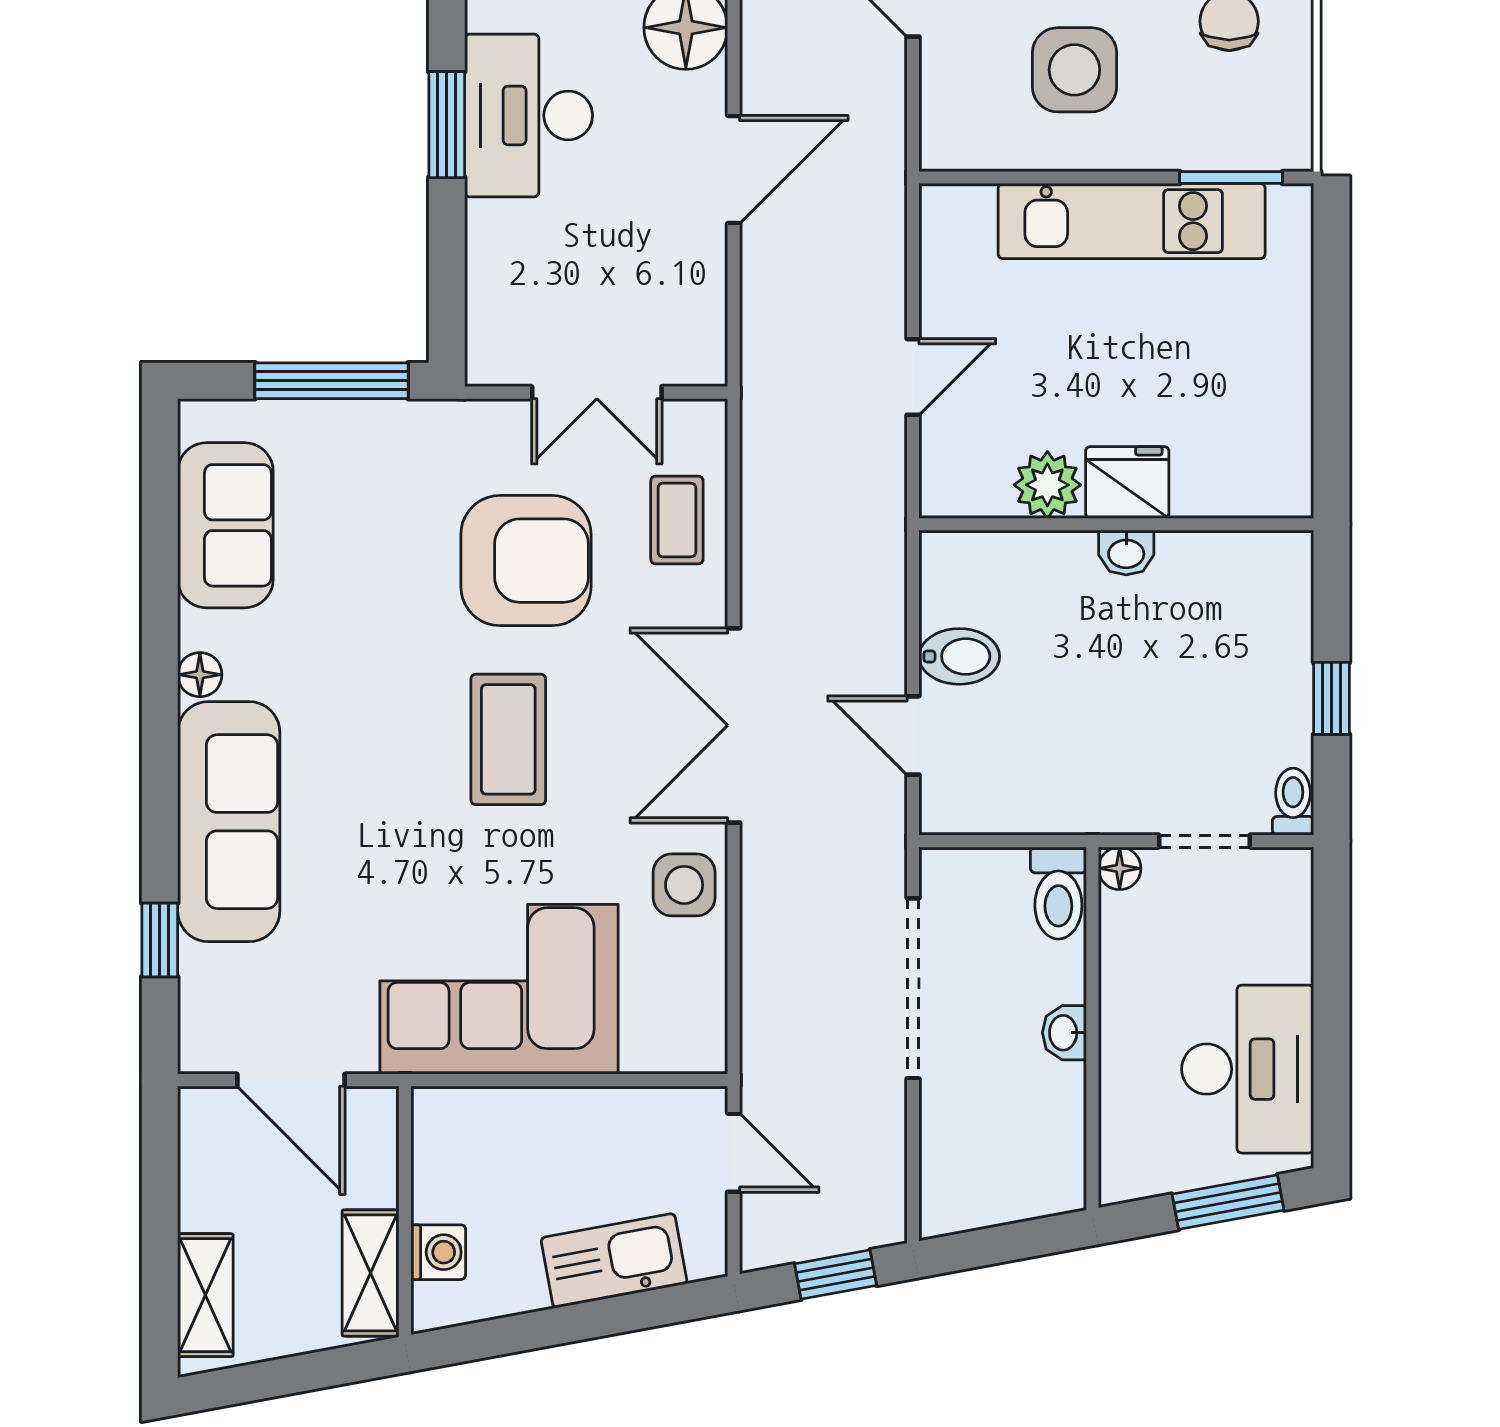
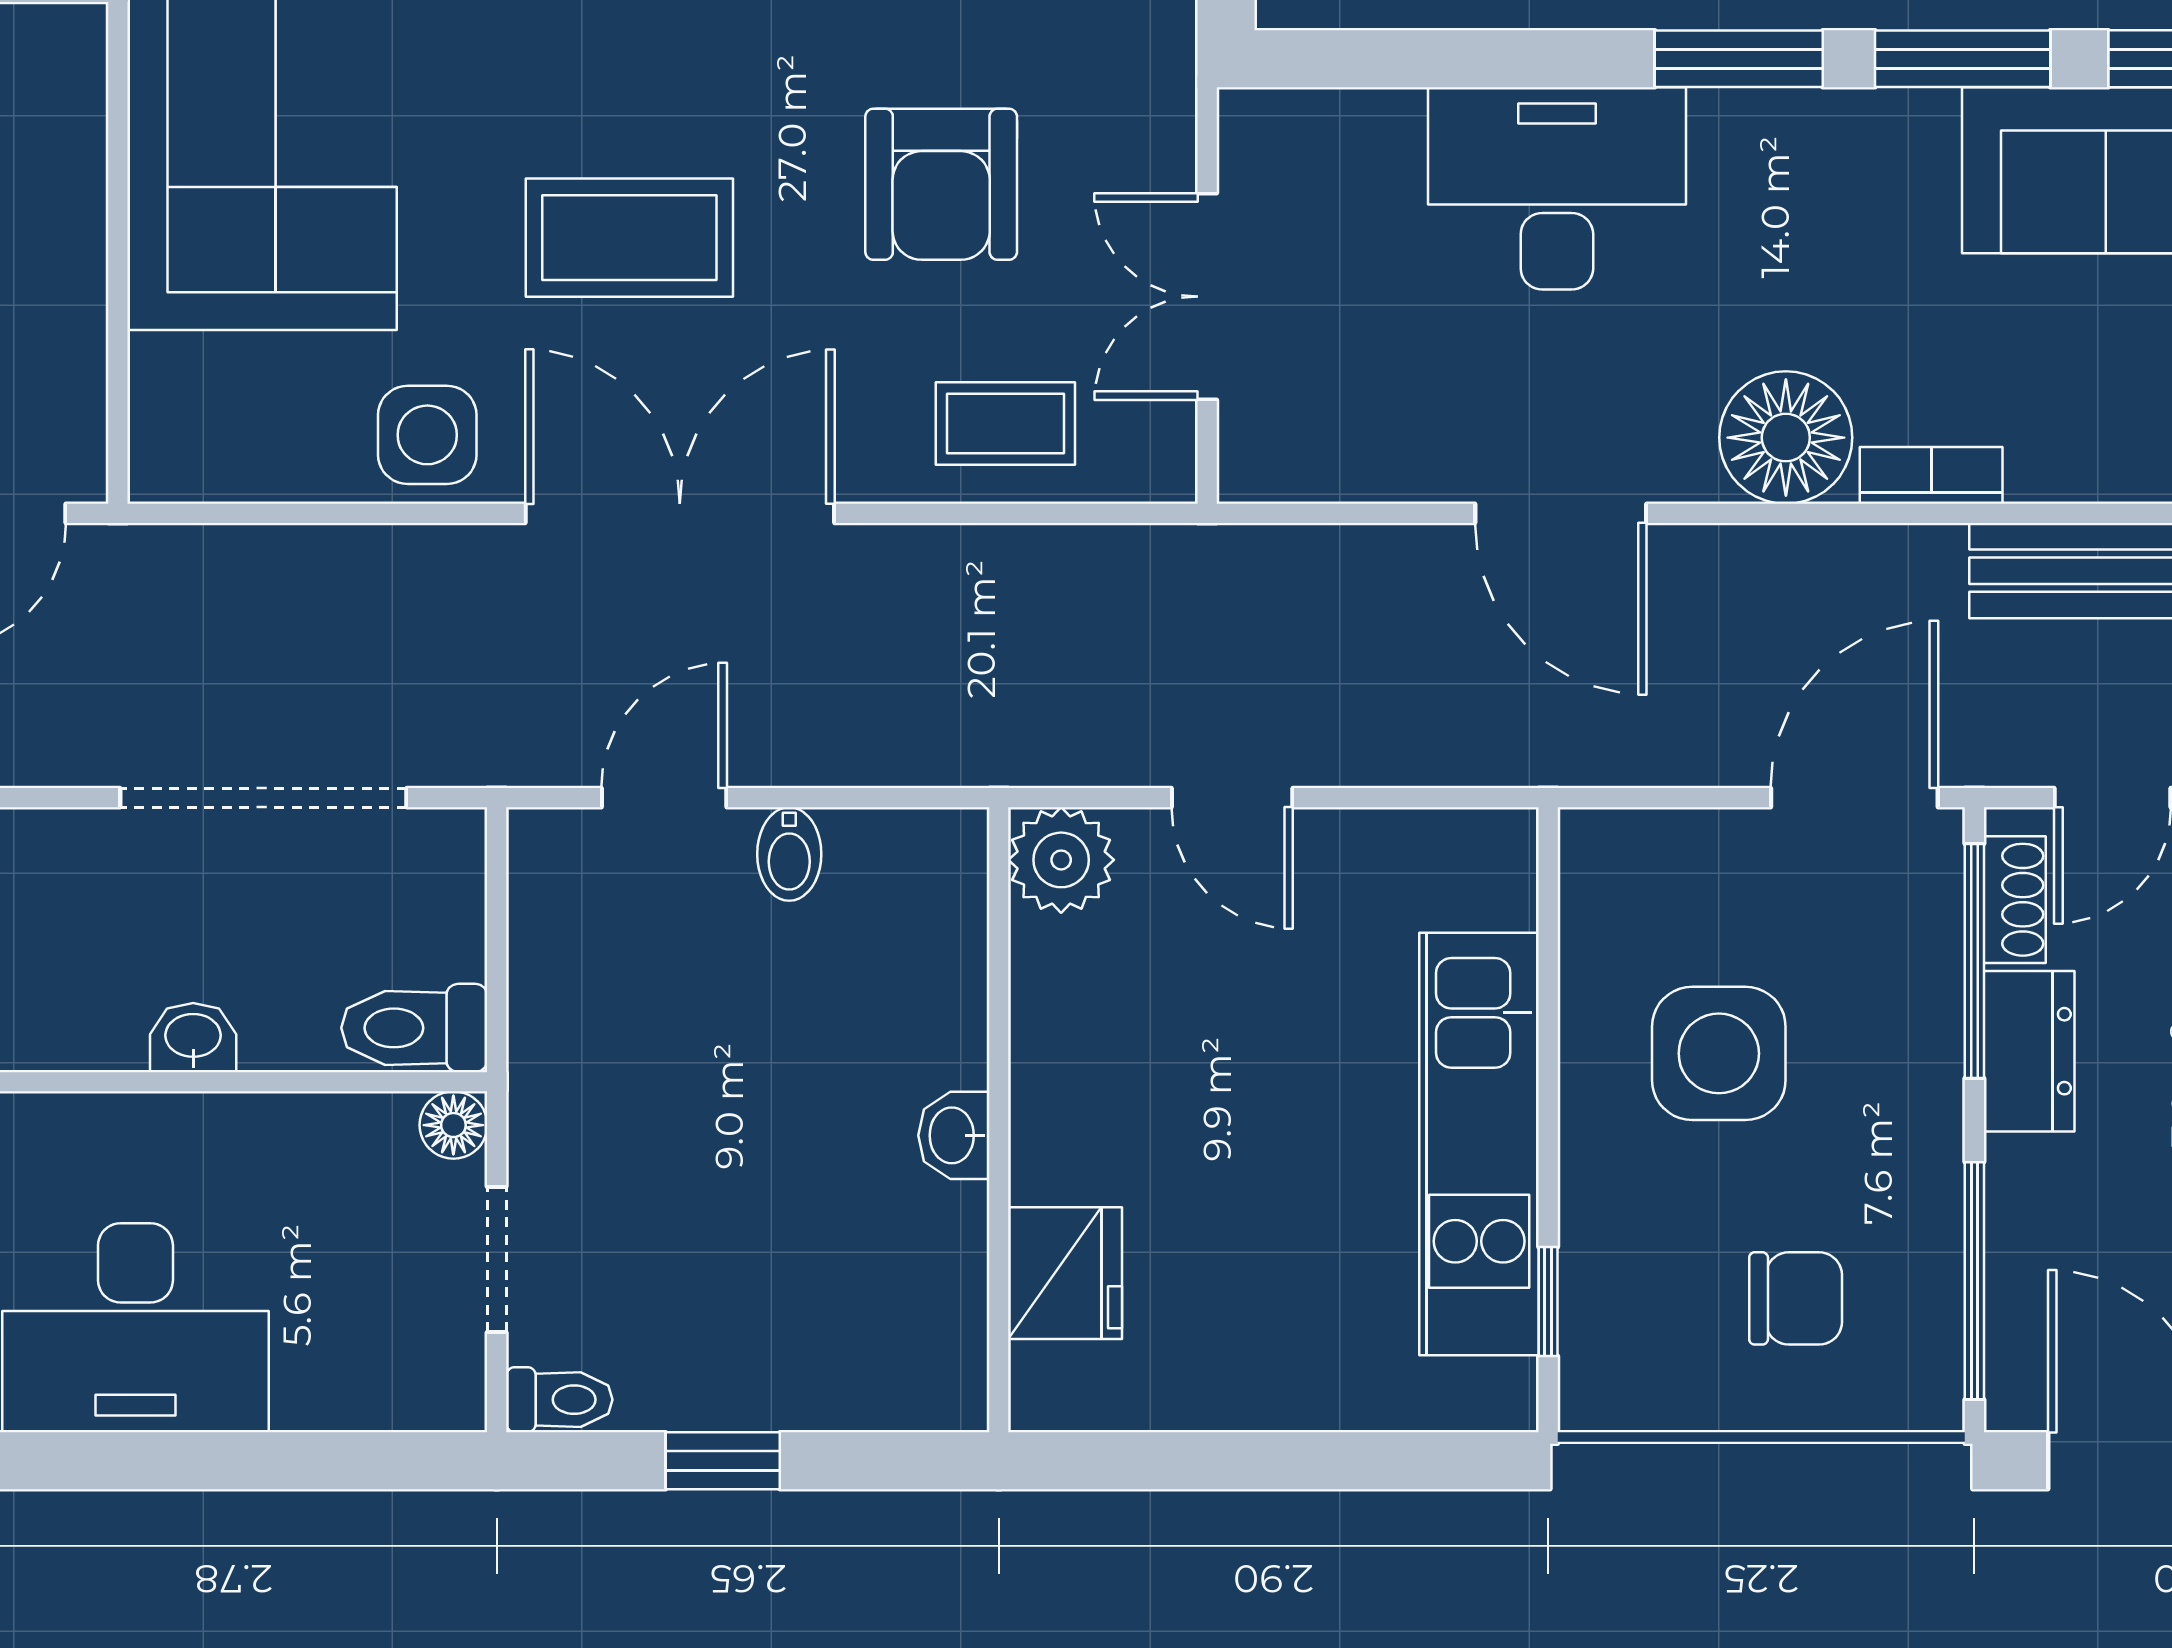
desk: (529, 115) -> (1557, 188), moved
window: (447, 125) -> (1739, 59), moved
window: (1231, 178) -> (1548, 1302), width x0.67
fridge: (1127, 482) -> (1065, 1273), moved
plant: (1047, 485) -> (1061, 860), moved
armchair: (526, 561) -> (941, 184), width x0.73, depth x0.73
bidet: (959, 656) -> (789, 854), width x0.72, depth x0.74
coffee table: (508, 739) -> (629, 238), moved

